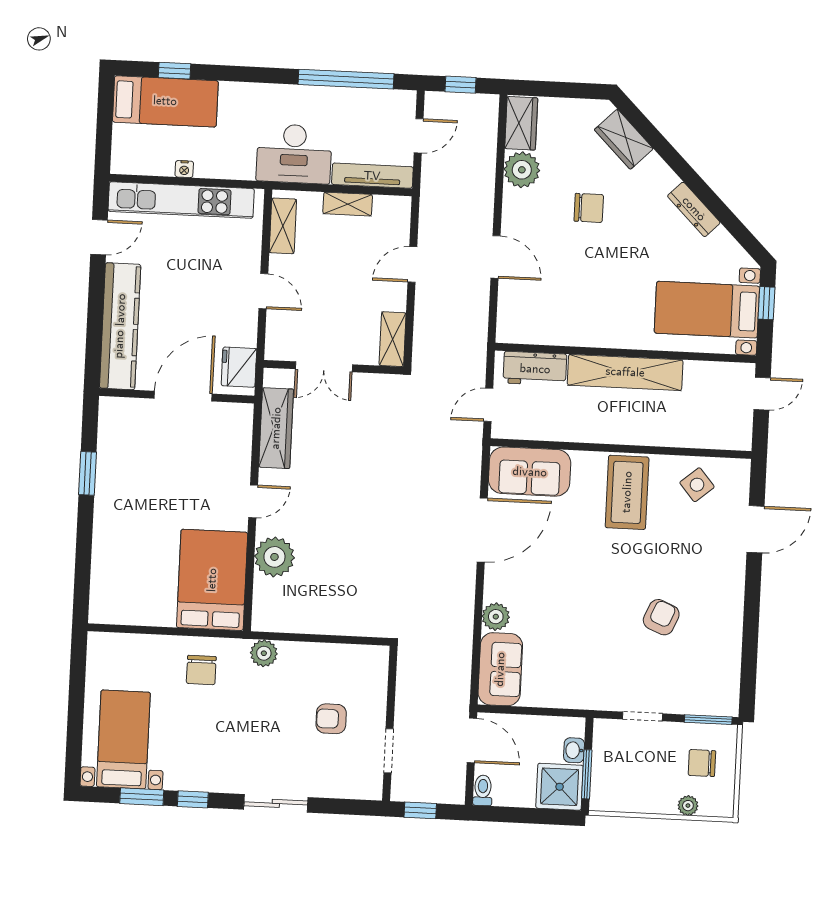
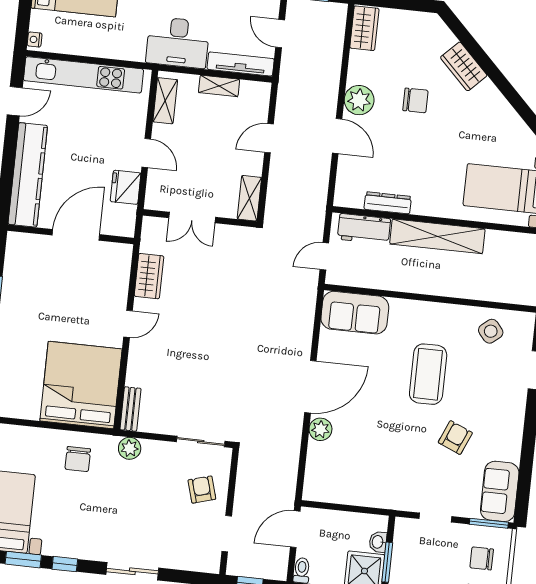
door: (419, 136) -> (280, 34), swing flipped
wardrobe: (624, 139) -> (464, 66), moved
nightstand: (184, 169) -> (35, 40), moved, turned 90
plant: (522, 170) -> (359, 100), moved
dresser: (694, 209) -> (388, 203), moved, turned 135
fridge: (239, 367) -> (126, 187), moved
wardrobe: (276, 428) -> (149, 276), width x0.67
coffee table: (627, 492) -> (428, 374), moved
door: (482, 530) -> (310, 387), moved
plant: (274, 557) -> (143, 370), removed
bed: (212, 580) -> (81, 385), width x1.36
bench: (262, 605) -> (130, 409), added
sliding door: (350, 640) -> (201, 442), added
sofa: (500, 669) -> (500, 491), moved, turned 180
armchair: (331, 719) -> (202, 490), moved, turned 74
door: (472, 740) -> (295, 529), swing flipped

